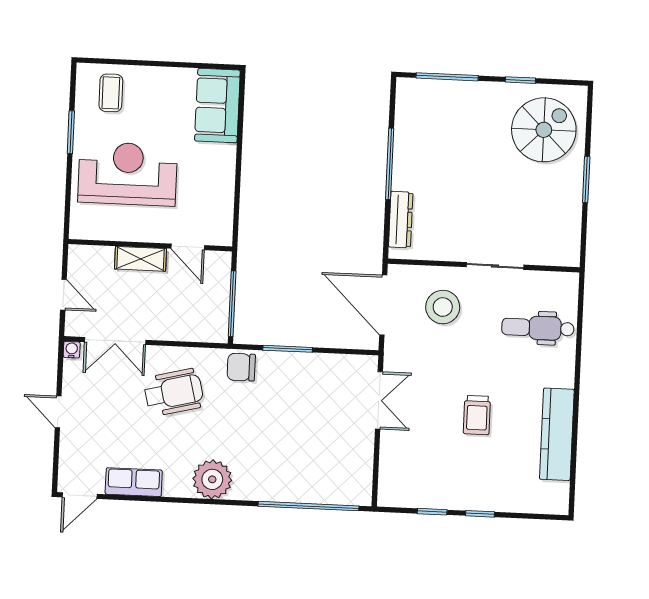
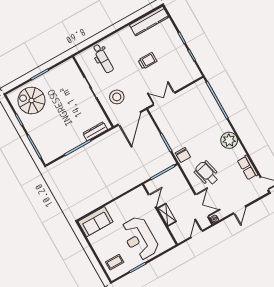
kitchen counter: (557, 434) -> (149, 21), moved

